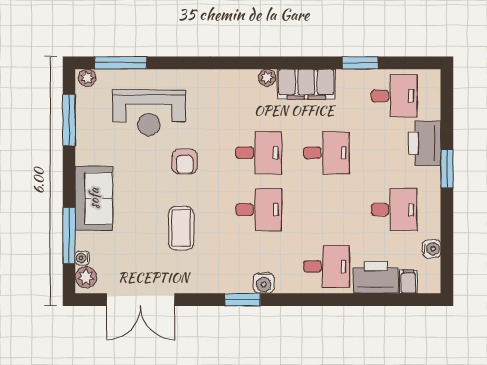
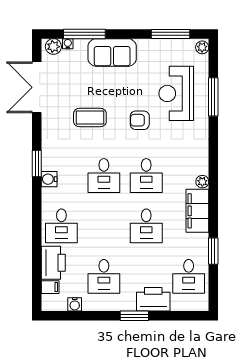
window: (121, 63) -> (213, 97), moved

